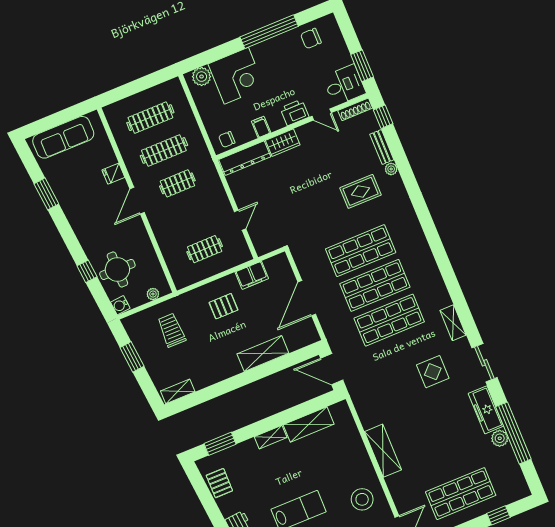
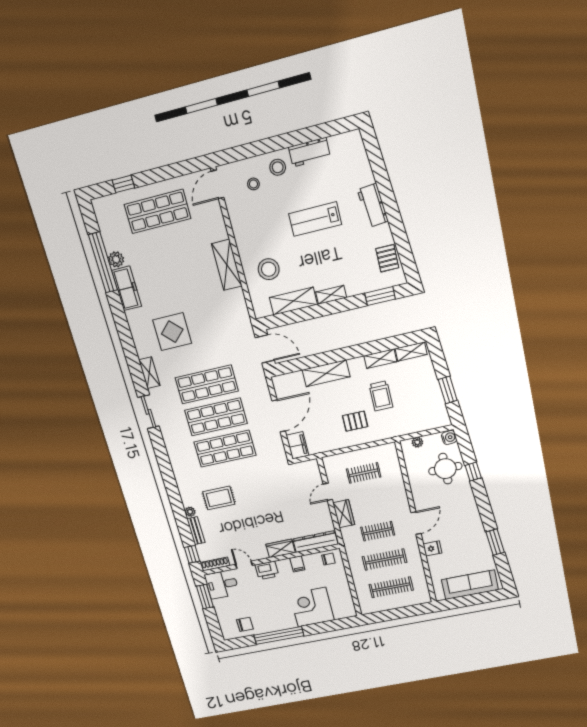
plant: (202, 77) -> (341, 611), removed
wardrobe: (218, 198) -> (344, 514), added
filing cabinet: (252, 275) -> (297, 445), moved, turned 90
trolley: (172, 330) -> (381, 396), moved
sliding door: (484, 363) -> (148, 412), moved
display table: (433, 372) -> (172, 332), width x1.36, depth x1.36
shelving: (208, 379) -> (380, 359), added
stool: (362, 499) -> (269, 269), moved

